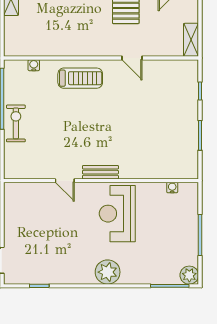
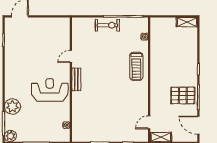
door: (132, 58) -> (149, 122), moved
plant: (108, 272) -> (12, 107), moved

